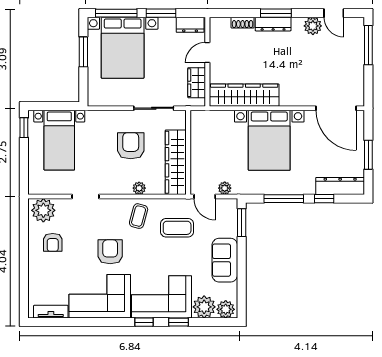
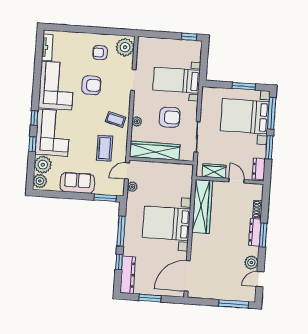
bed with nightstands: (59, 140) -> (177, 80), moved
armchair: (110, 252) -> (91, 85), moved

